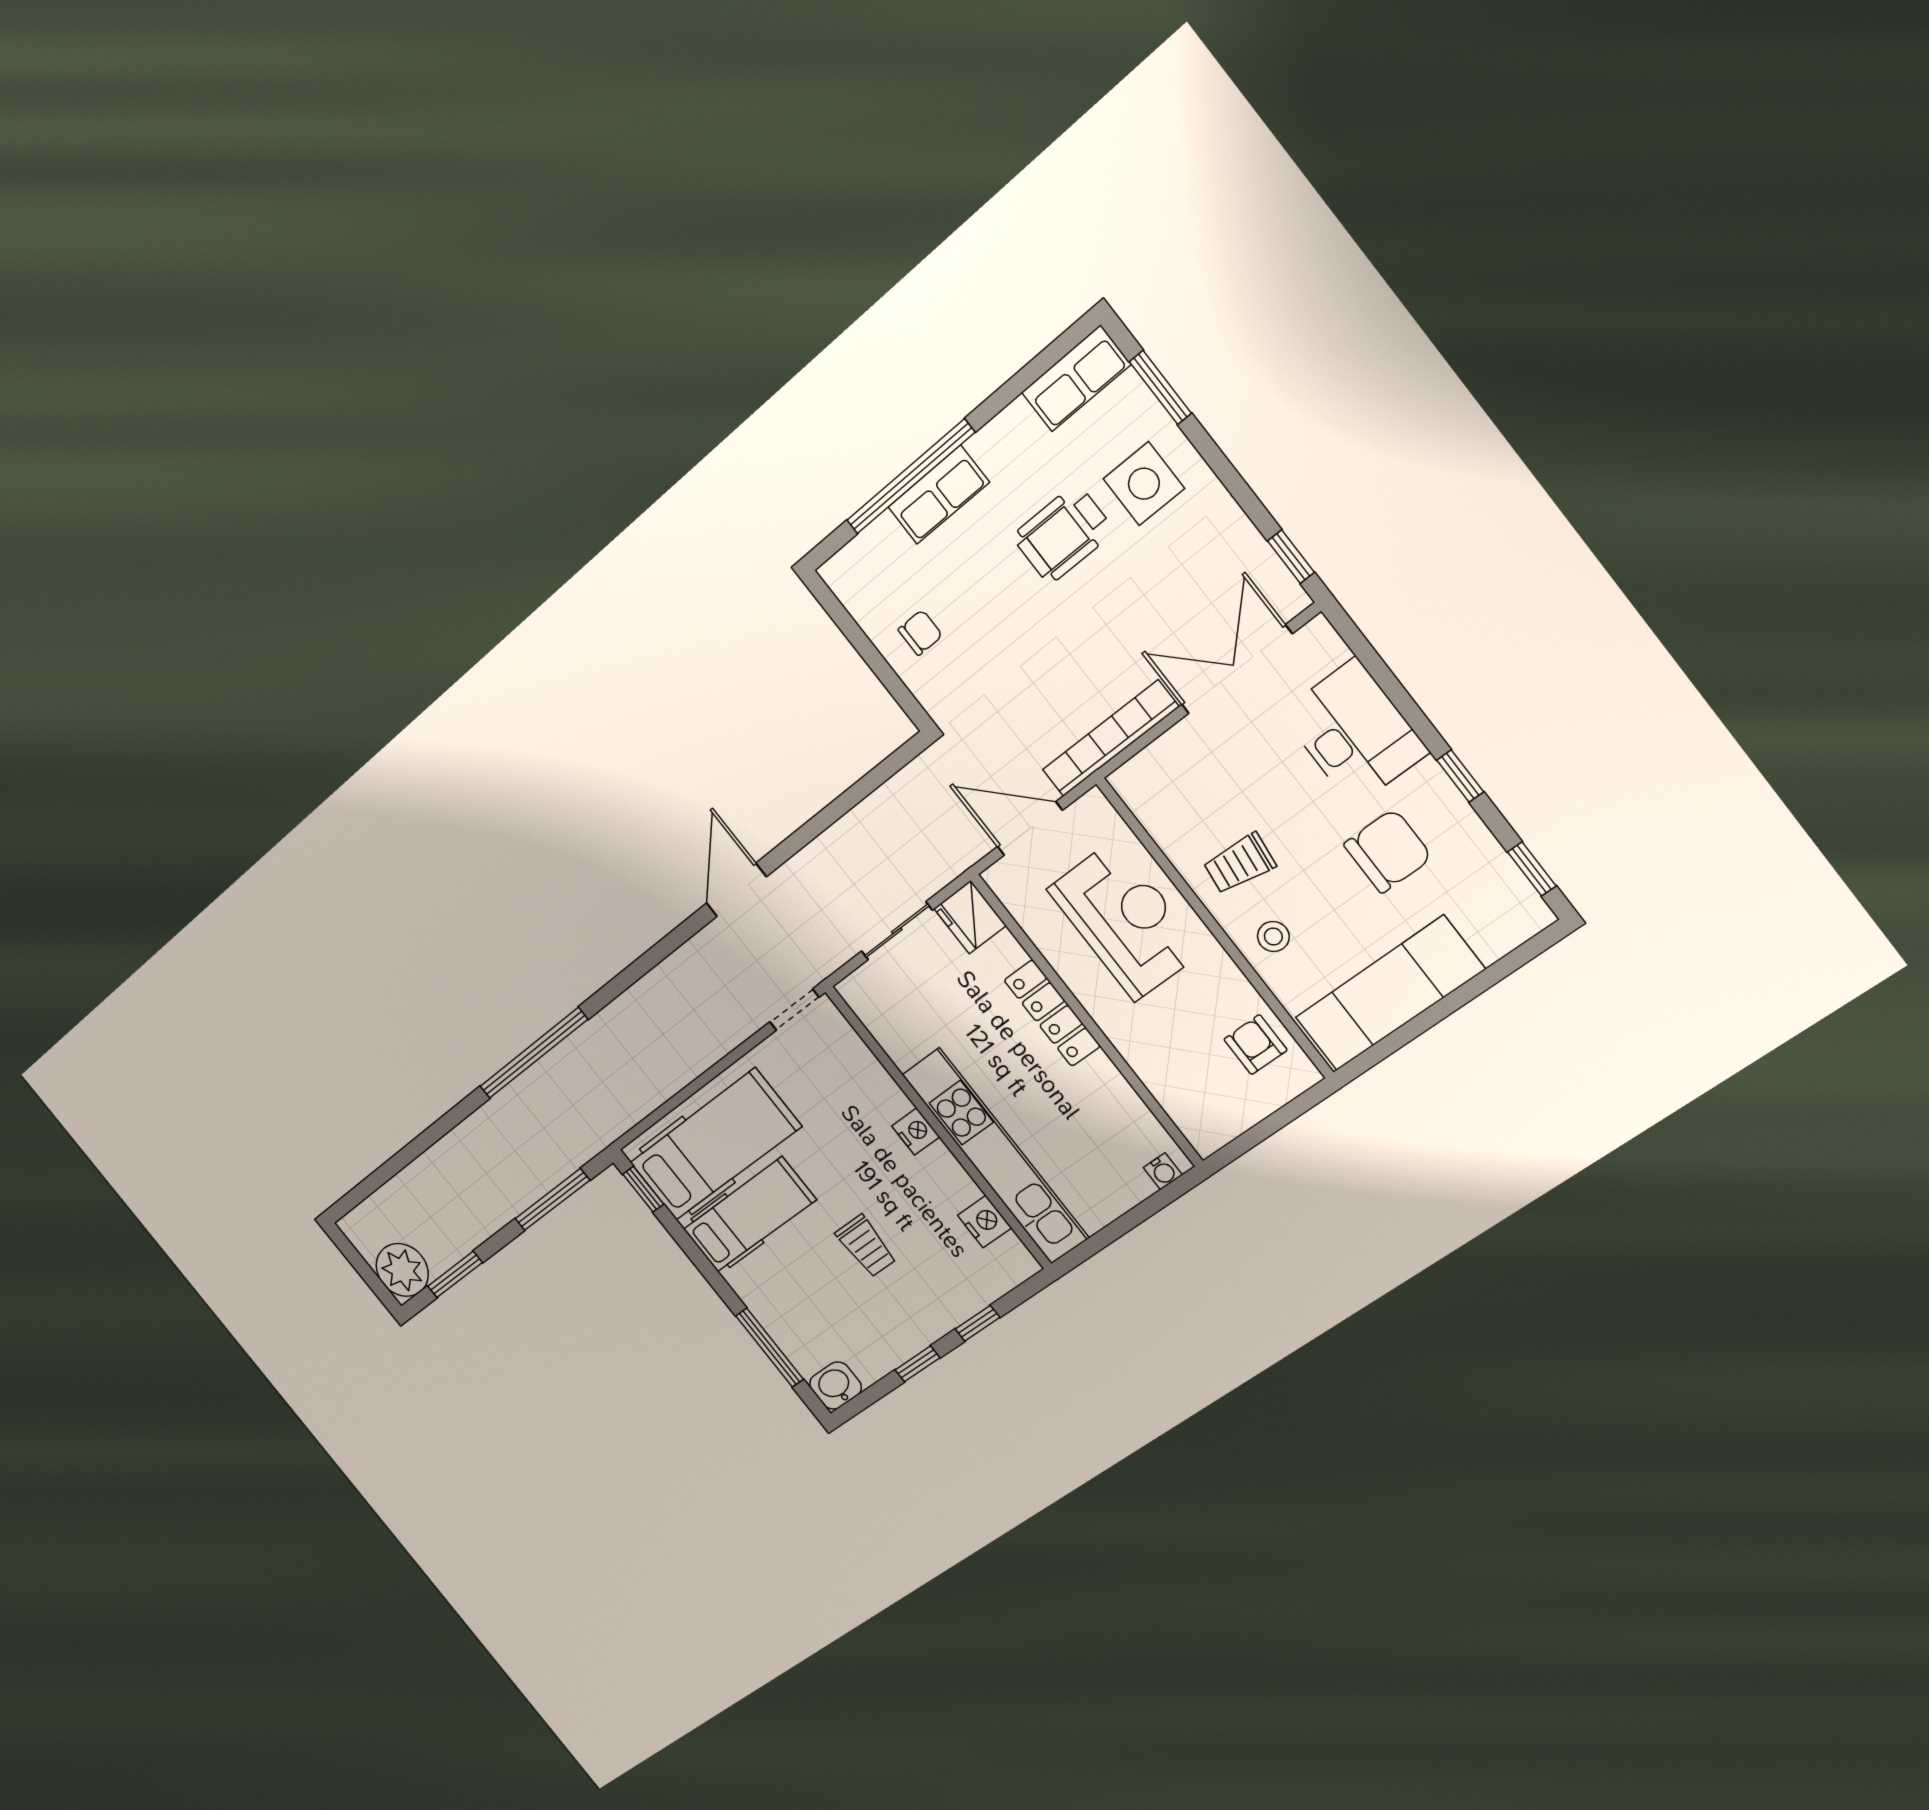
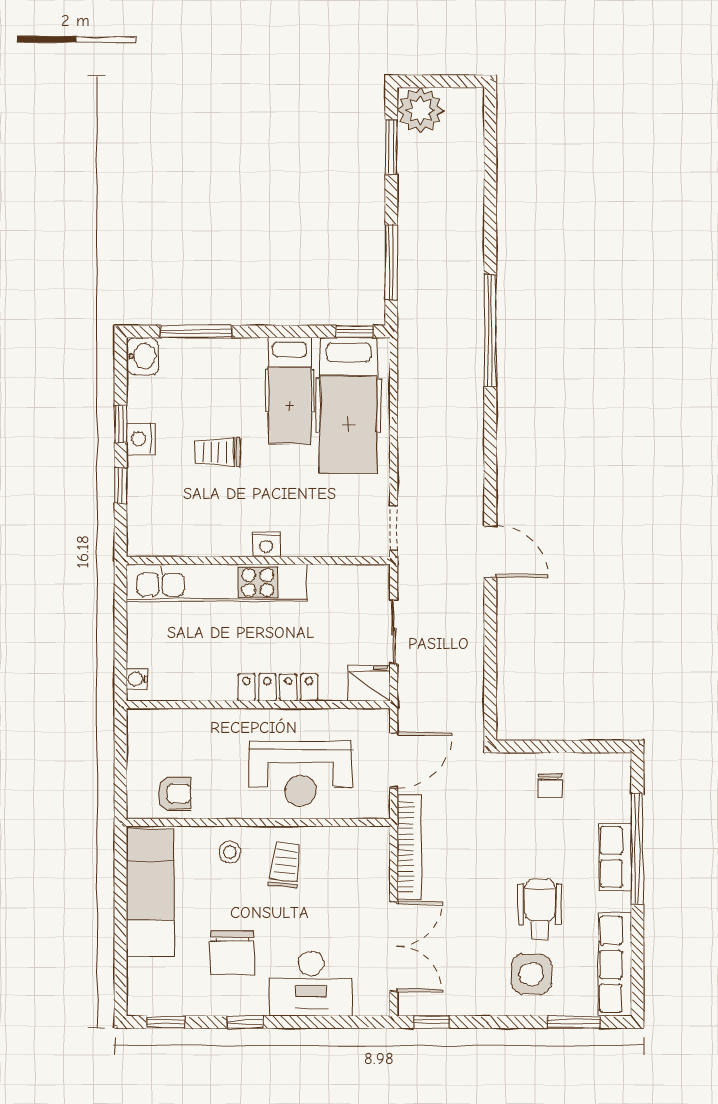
row of seats: (1076, 379) -> (615, 964), width x1.48
nightstand: (984, 1222) -> (141, 439), moved, turned 90

